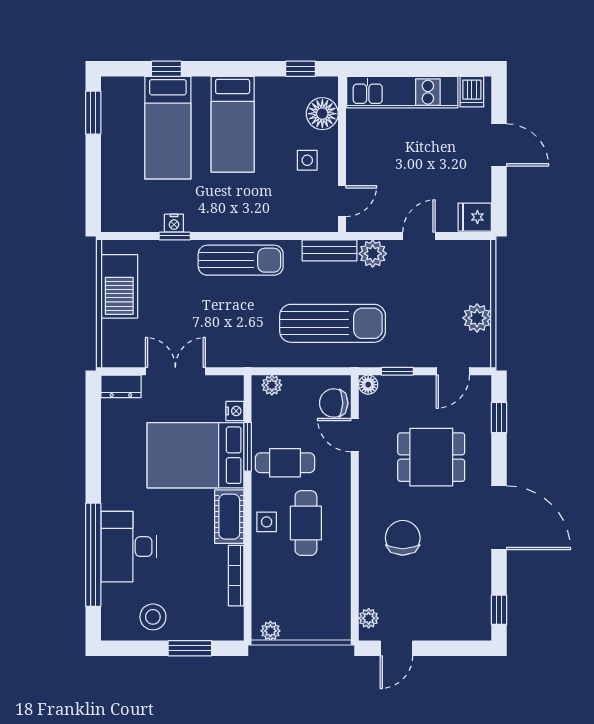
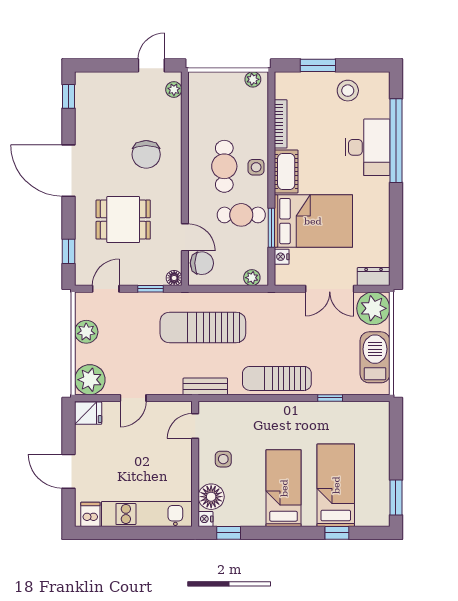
nightstand: (174, 223) -> (206, 519), moved, turned -90
plant: (373, 254) -> (90, 380), moved, width x1.36, depth x1.36
plant: (121, 347) -> (373, 308), added

